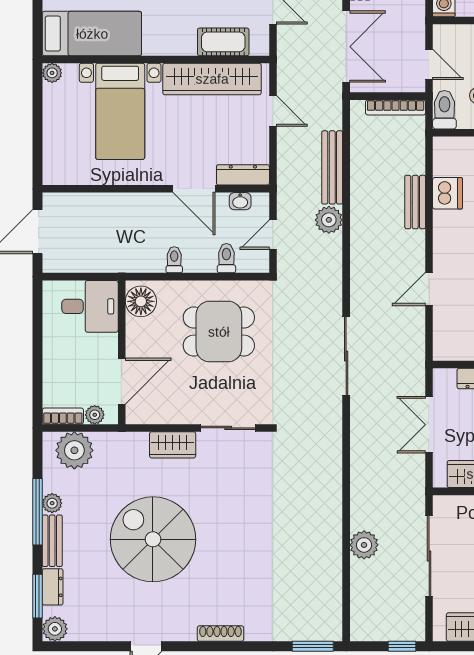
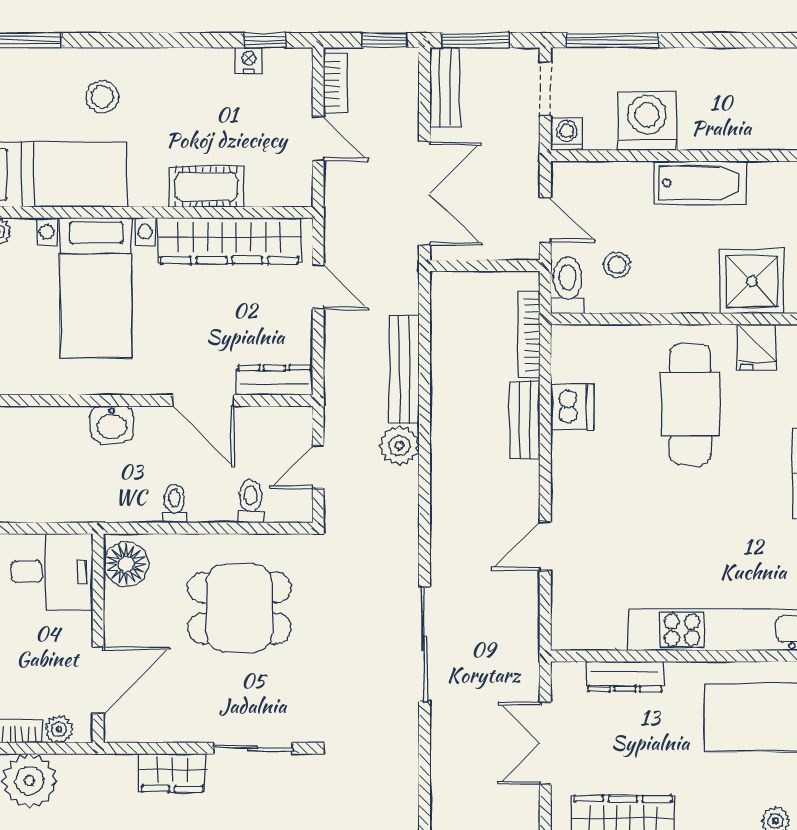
cot: (223, 42) -> (206, 187), moved
bookcase: (396, 107) -> (529, 334), moved, turned 90
washbasin: (240, 201) -> (112, 424), moved, width x1.38, depth x1.45

